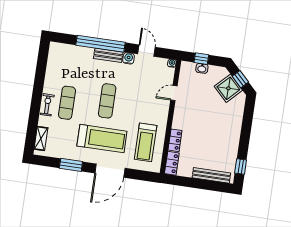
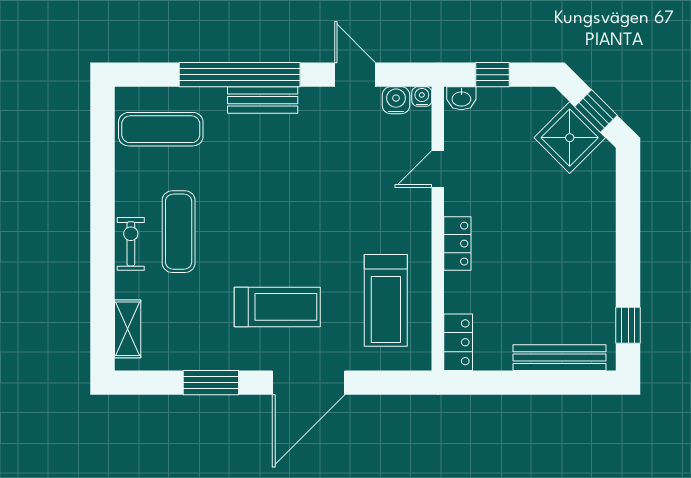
water cooler: (129, 58) -> (396, 100), moved
washbasin: (202, 68) -> (461, 98), moved
exercise mat: (107, 101) -> (161, 129), moved, turned 90
treadmill: (102, 139) -> (277, 307), width x0.73, depth x0.73
locker: (175, 140) -> (457, 244), moved

